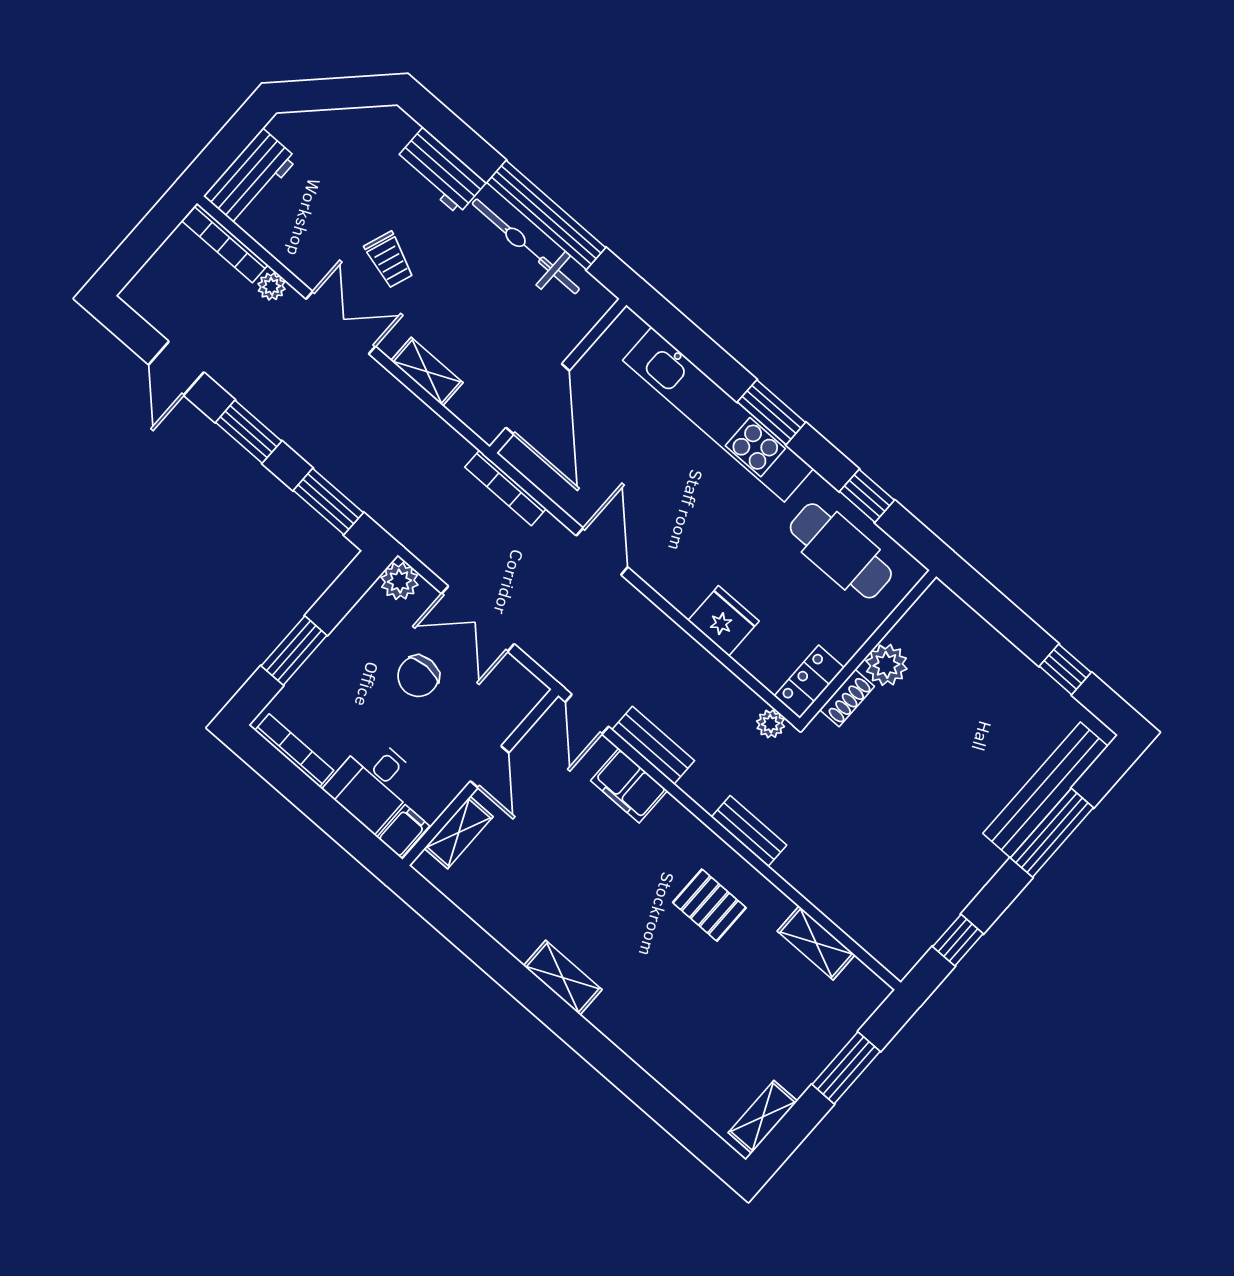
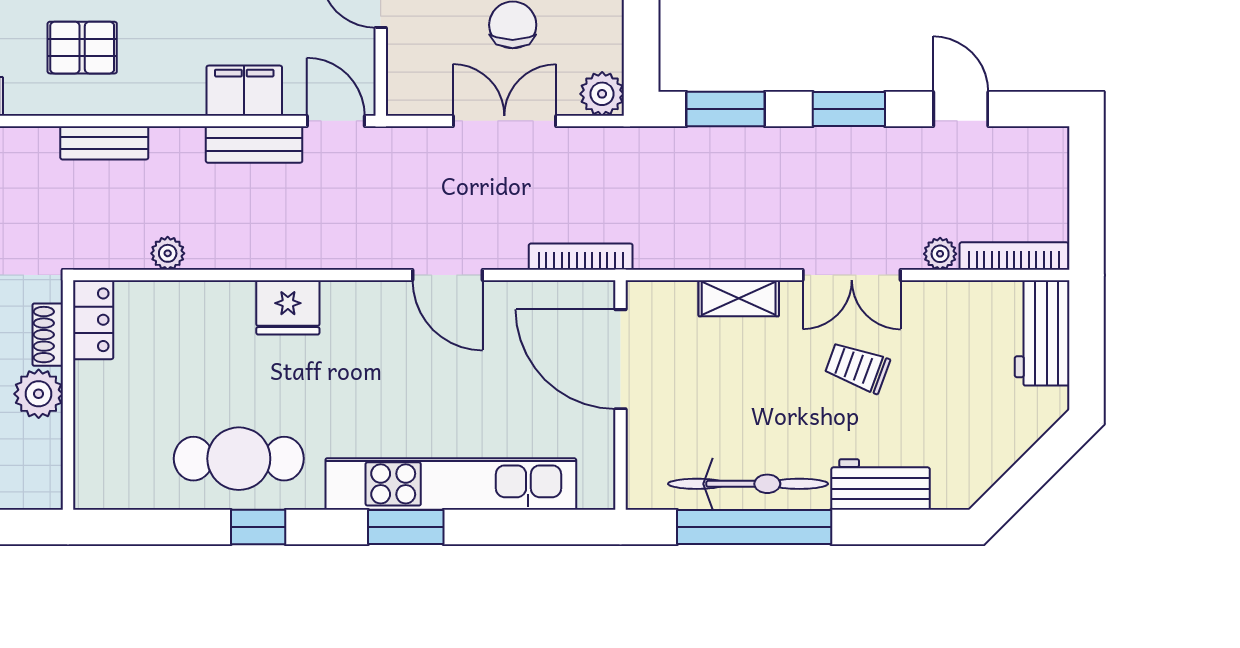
wall: (868, 647) -> (68, 395), moved
plant: (886, 665) -> (39, 394), moved
locker: (809, 682) -> (93, 320), moved
shoe rack: (847, 698) -> (48, 335), moved

